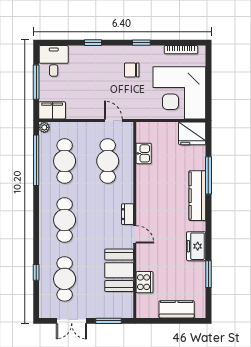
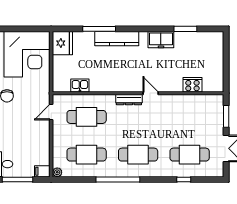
filing cabinet: (52, 110) -> (42, 171), width x0.50
window: (36, 160) -> (118, 179), moved
dresser: (127, 214) -> (129, 100), width x1.44
door: (135, 234) -> (151, 93), hinge flipped
booth: (119, 270) -> (182, 107), removed
kitchen counter: (177, 309) -> (216, 57), removed

